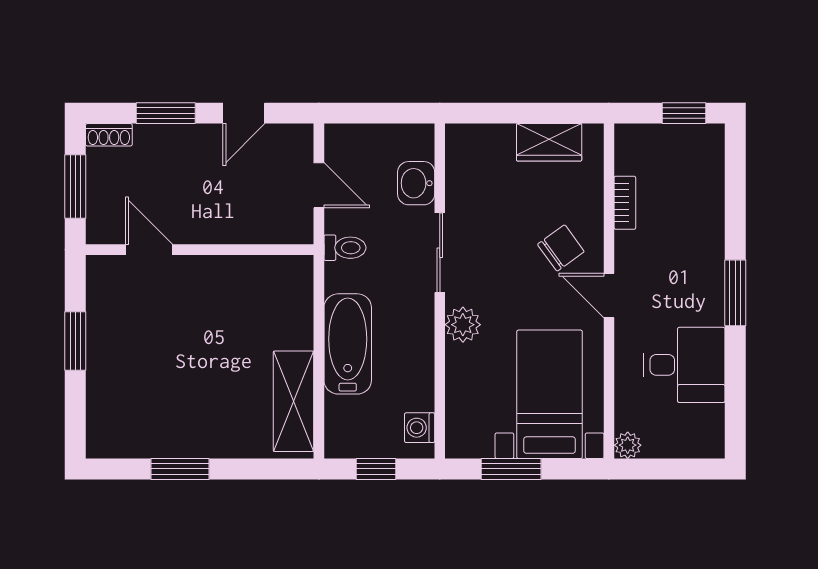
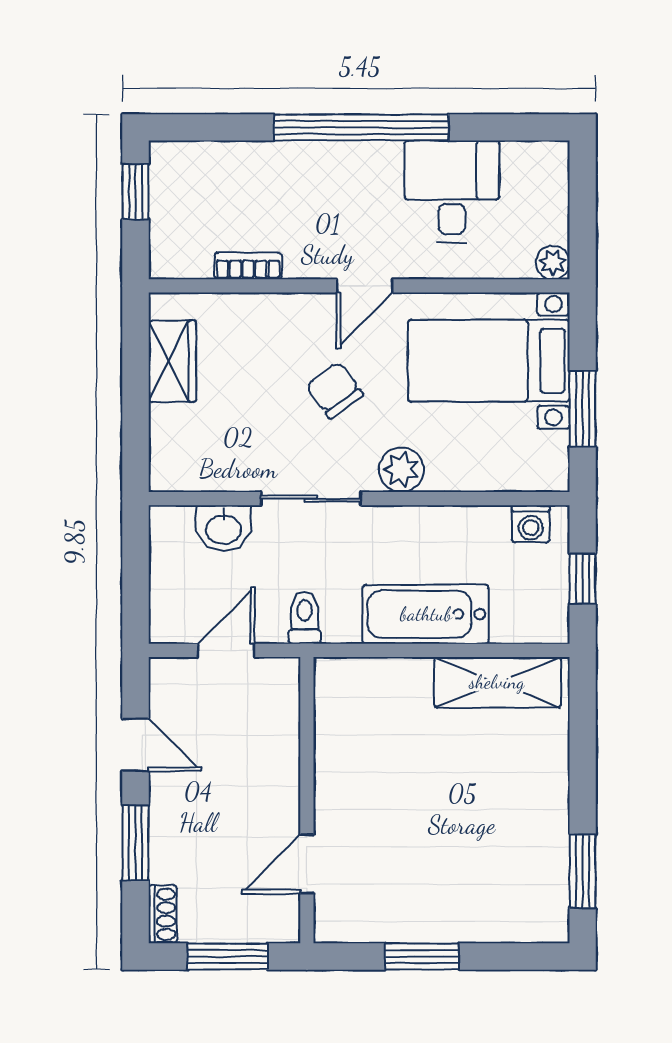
chair: (561, 248) -> (335, 390), moved
window: (735, 293) -> (361, 127), width x2.11
window: (180, 469) -> (583, 871), moved

